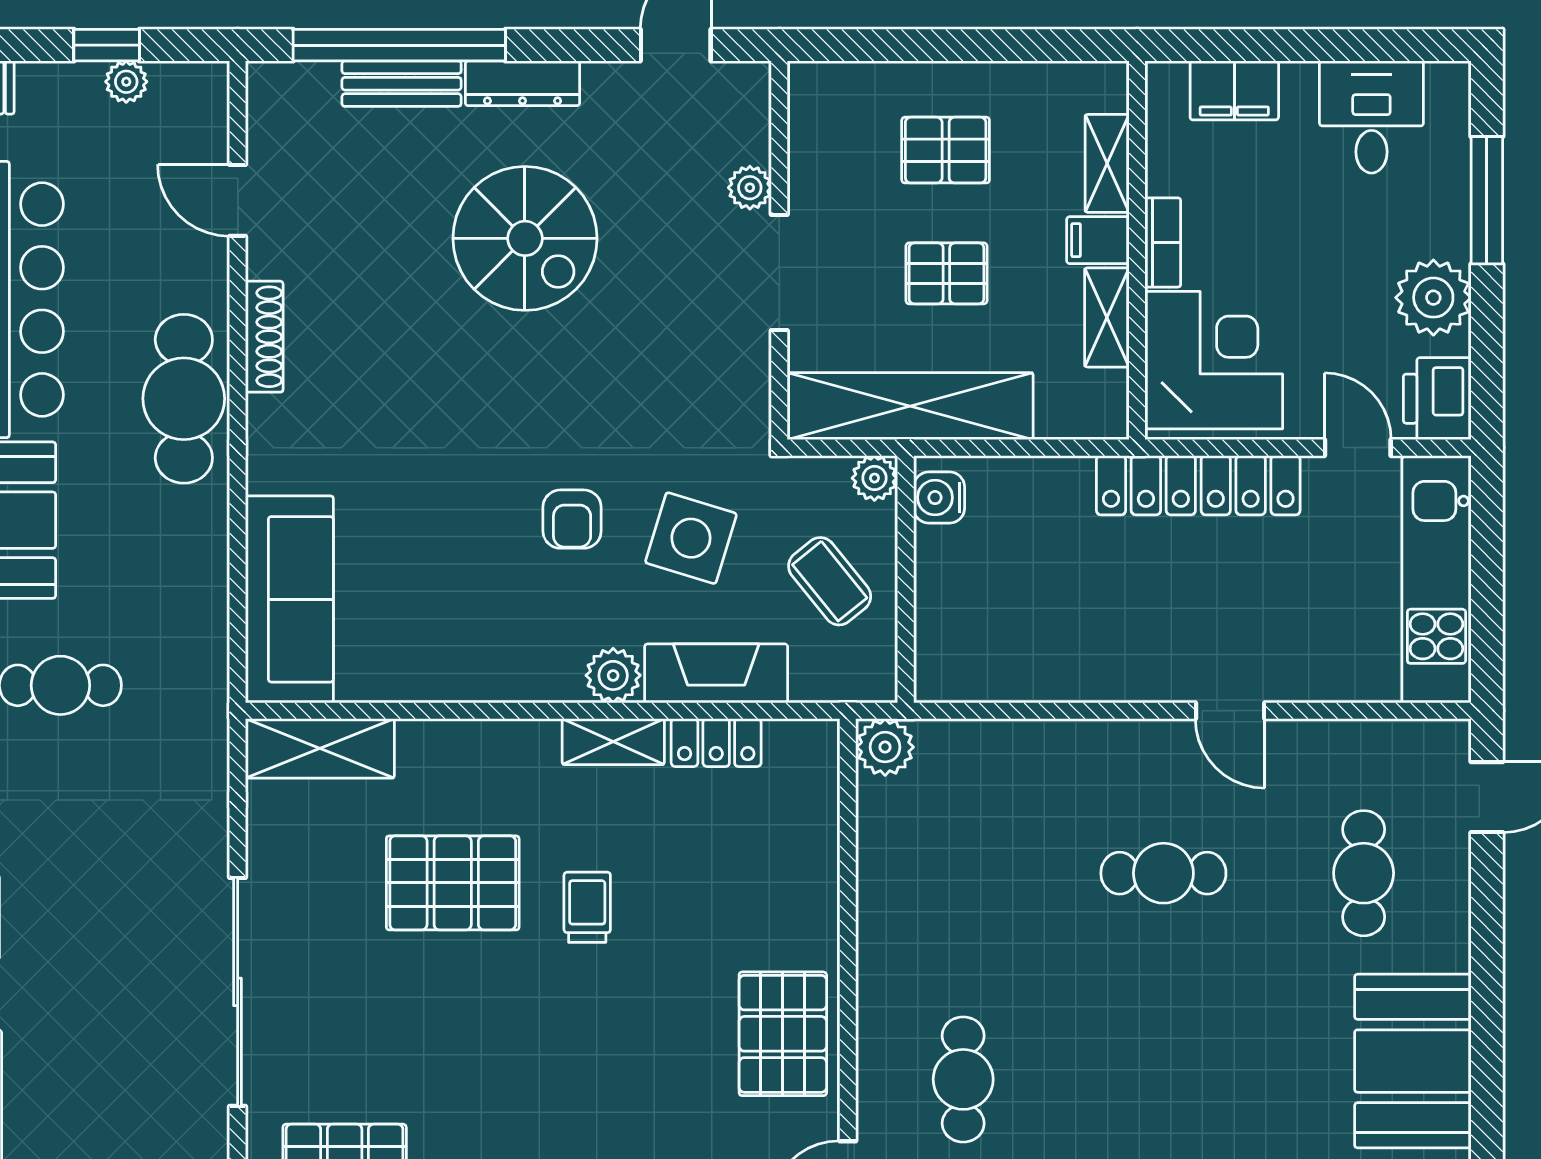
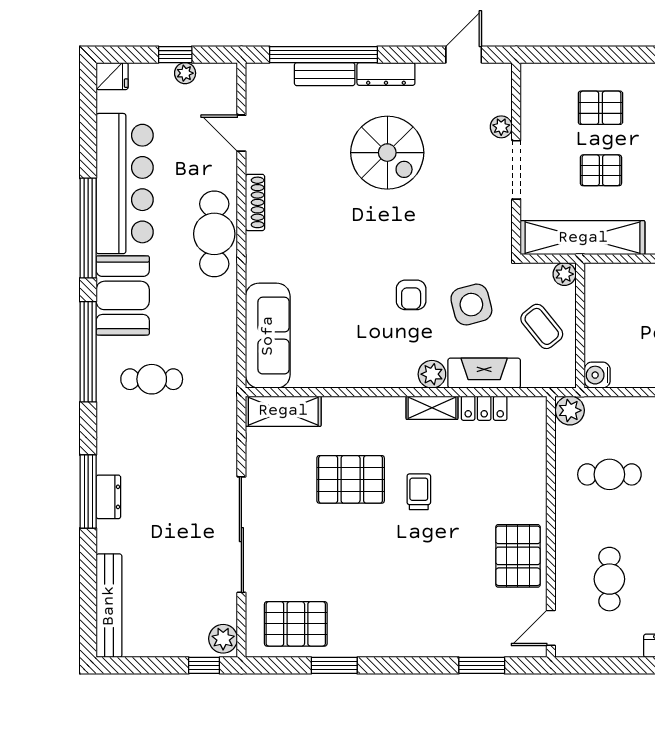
water cooler: (939, 498) -> (597, 375), moved
side table: (691, 538) -> (471, 305), turned -32
cafe table: (963, 873) -> (609, 474), added

